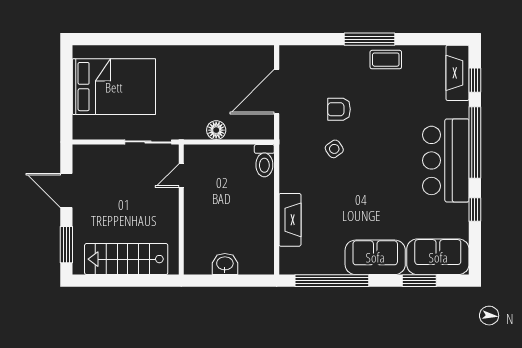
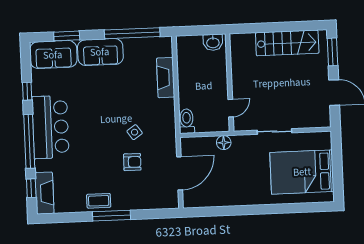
door: (181, 176) -> (231, 108), moved
wall: (181, 210) -> (230, 83), moved

